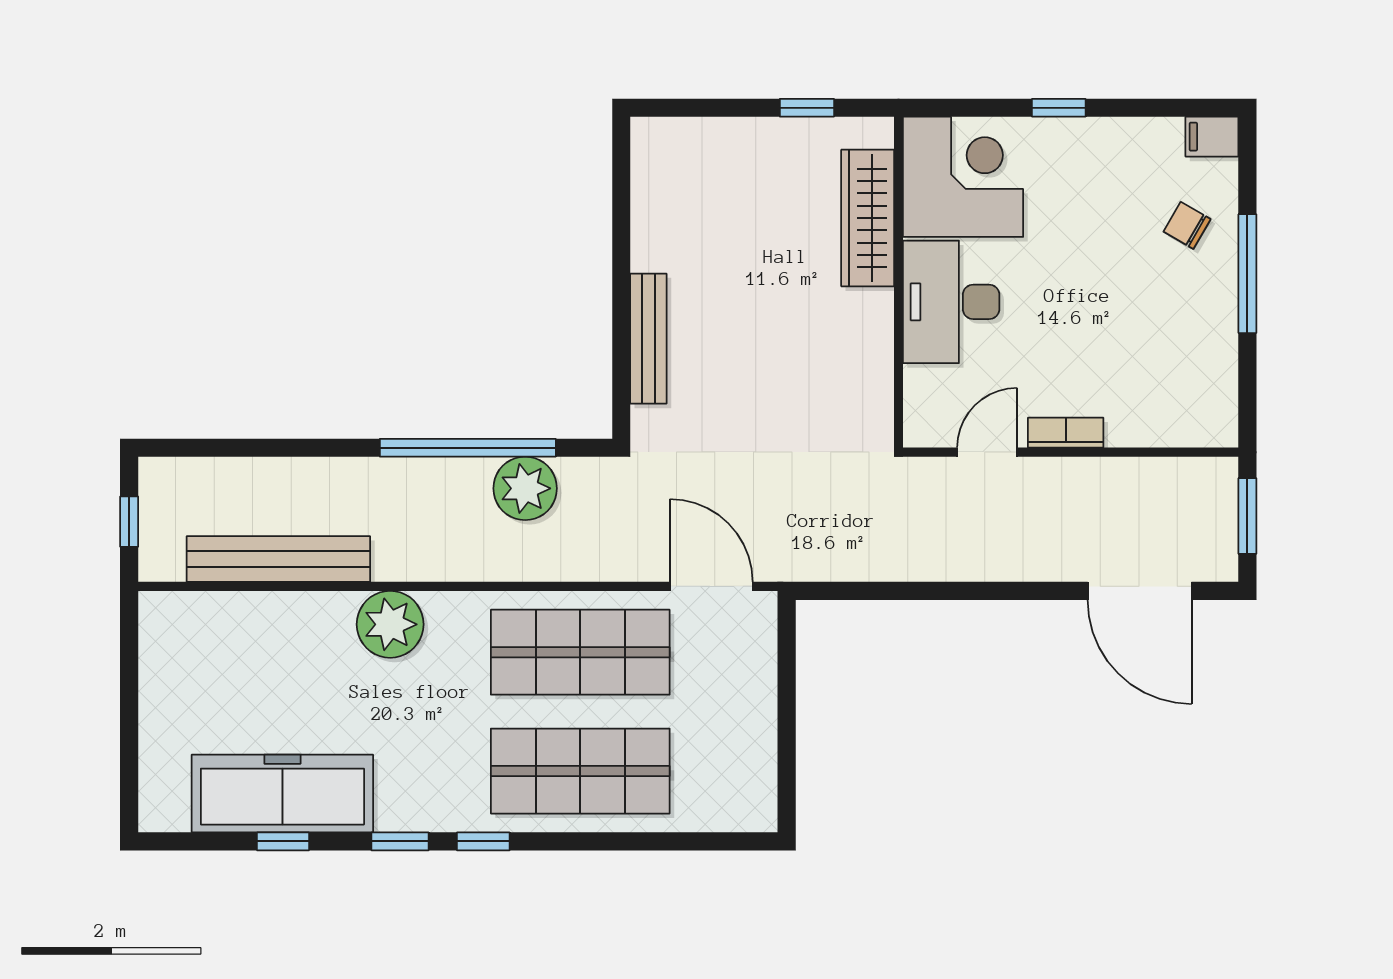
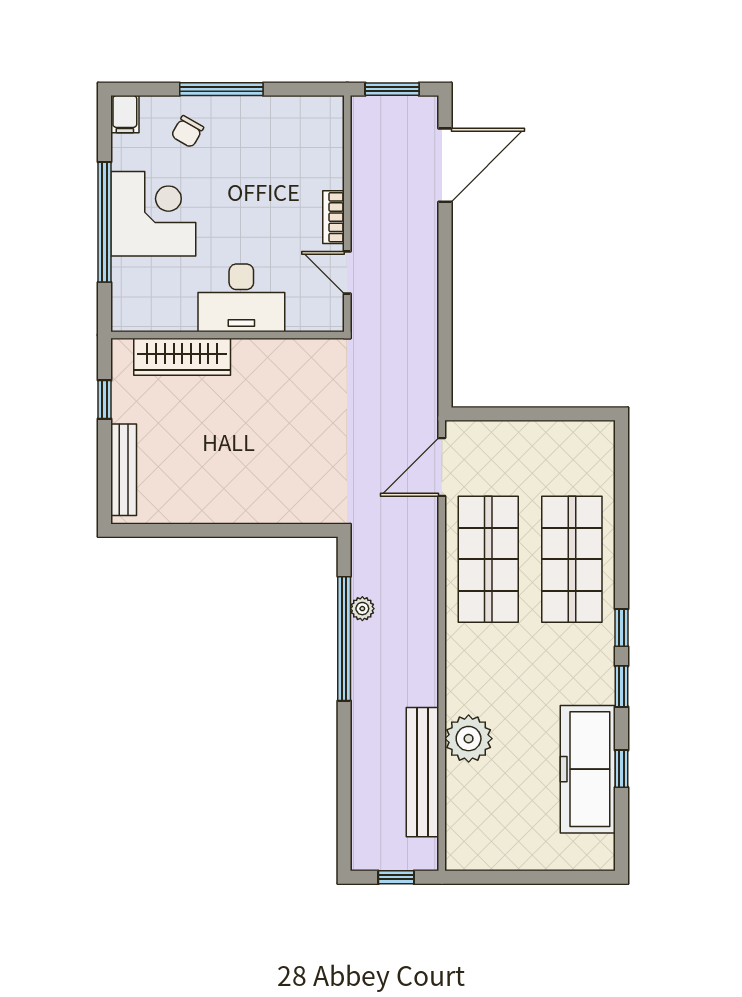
window: (1059, 108) -> (104, 222), width x3.17
corner desk: (963, 177) -> (153, 214), moved, turned 90
bench: (648, 339) -> (124, 470), moved, turned 90
plant: (525, 488) -> (362, 609), width x0.53, depth x0.53
plant: (390, 624) -> (469, 739), moved

